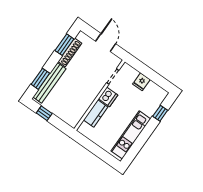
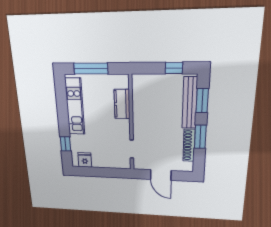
window: (64, 45) -> (200, 137), moved
fridge: (141, 82) -> (85, 160), moved
dishwasher: (108, 97) -> (122, 128), removed
window: (99, 152) -> (91, 68), added

